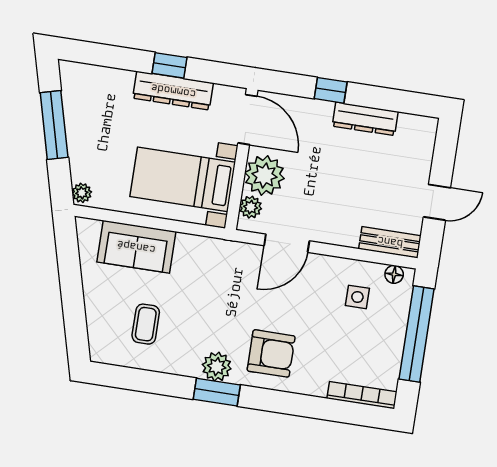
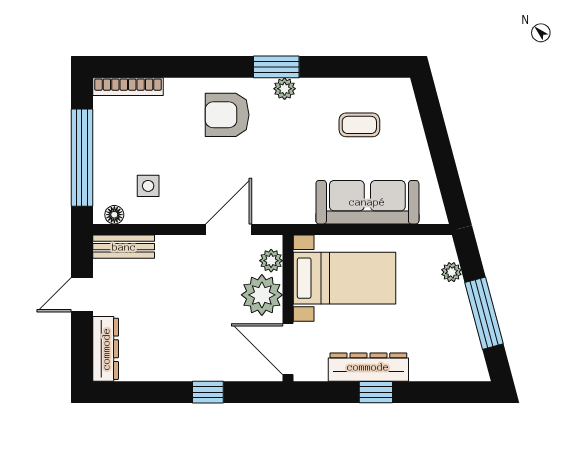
dresser: (365, 119) -> (106, 349), moved, turned 90
plant: (82, 193) -> (451, 272), moved
sofa: (136, 247) -> (367, 202), width x1.36
coffee table: (146, 324) -> (359, 125), turned 90
plant: (217, 367) -> (285, 89), width x0.73, depth x0.73

